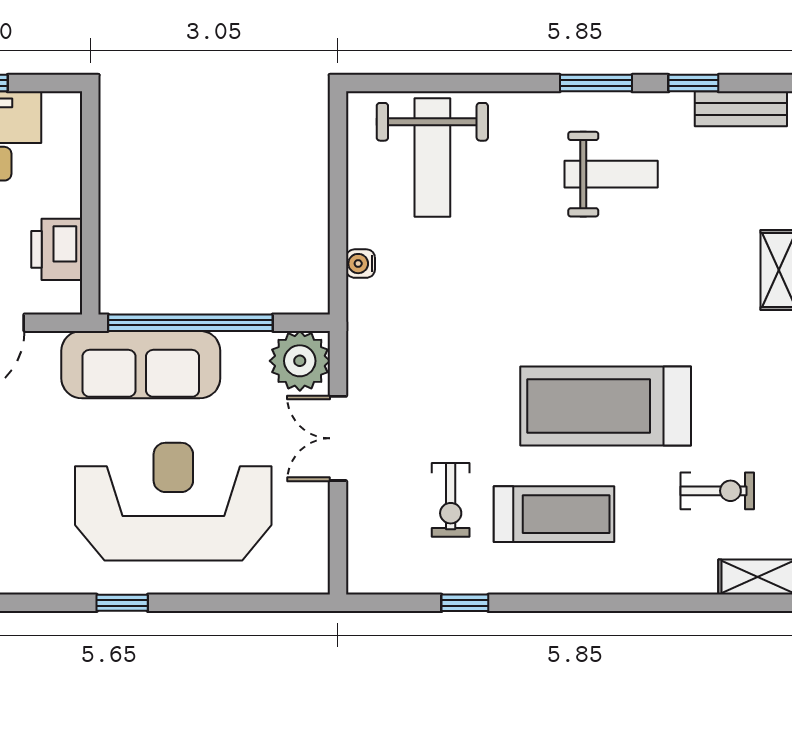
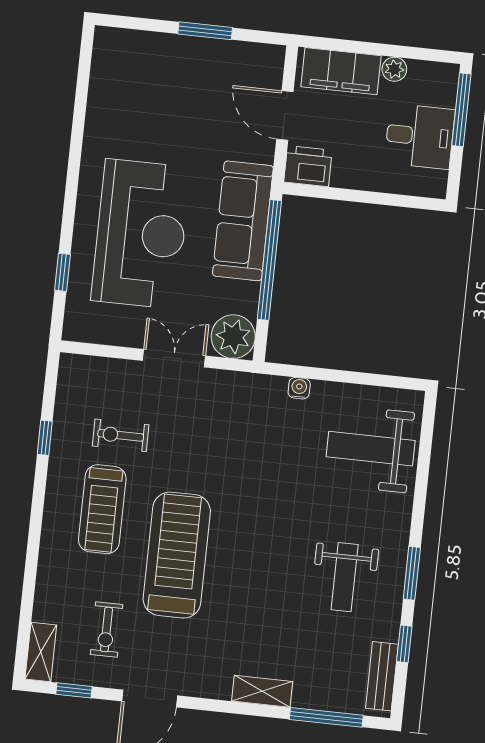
printer: (57, 249) -> (308, 166), moved
window: (122, 603) -> (62, 272), moved

